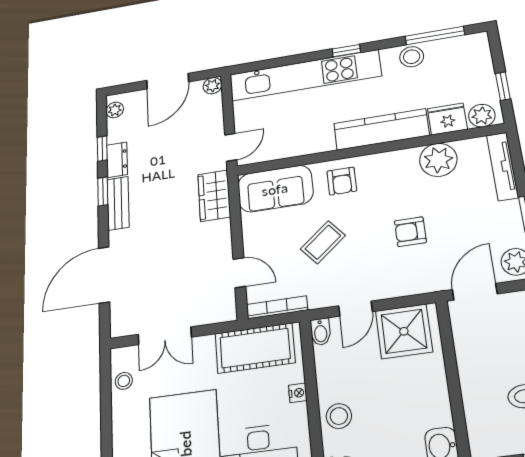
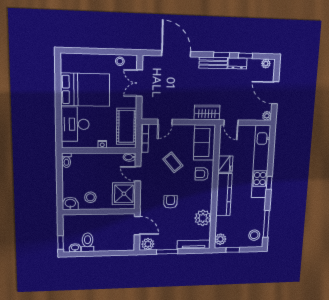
stool: (412, 57) -> (254, 235), moved
fridge: (447, 119) -> (225, 164), moved
stool: (339, 416) -> (90, 197), moved

